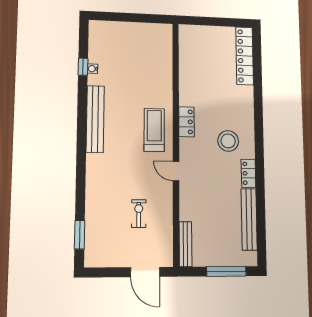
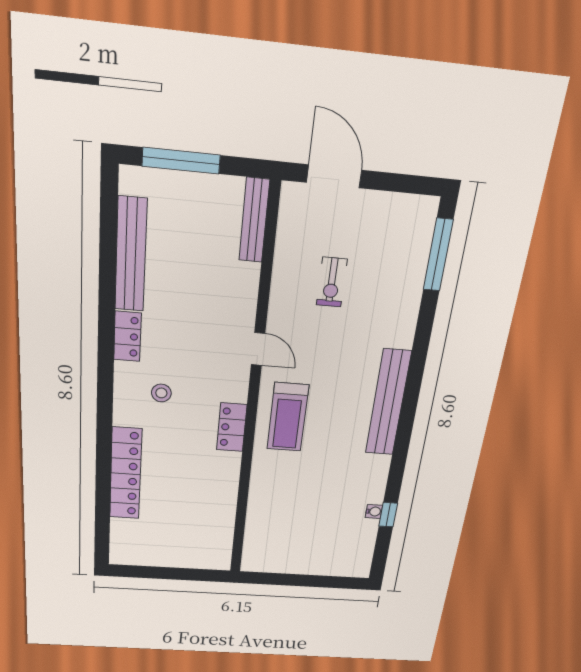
locker: (245, 56) -> (126, 474), moved
bench: (95, 119) -> (388, 403), moved
stool: (228, 141) -> (161, 393), width x0.53, depth x0.53
window: (80, 235) -> (438, 255), width x1.44

